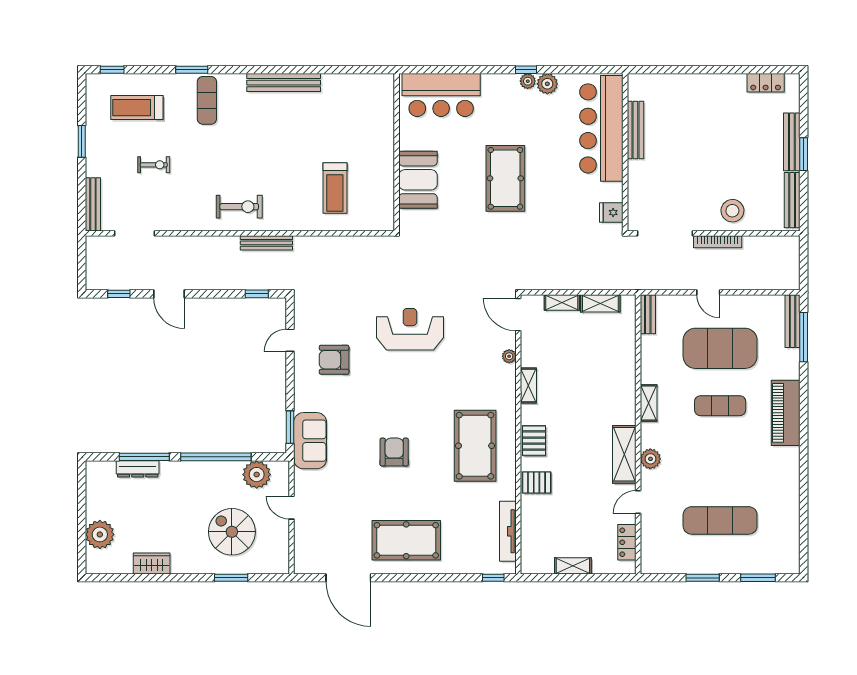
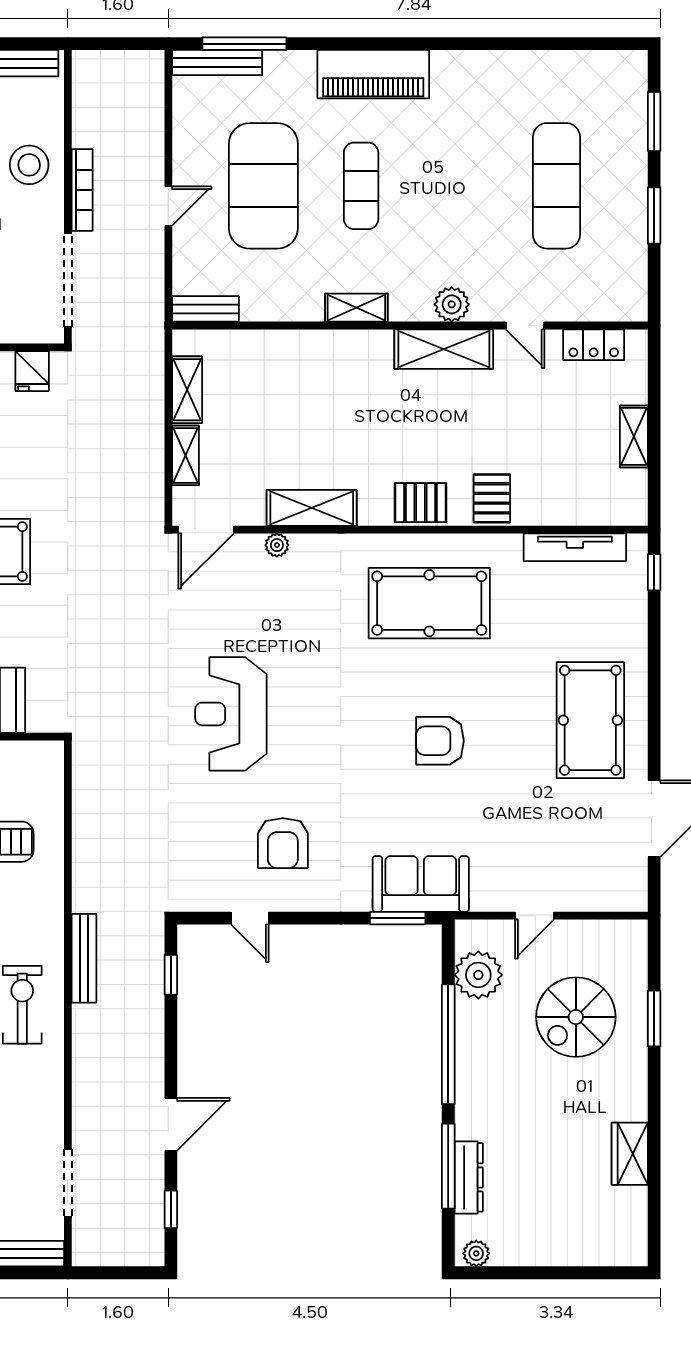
shelving: (528, 385) -> (312, 508), width x1.50, depth x1.33
plant: (100, 534) -> (476, 1253), moved, width x0.53, depth x0.53

